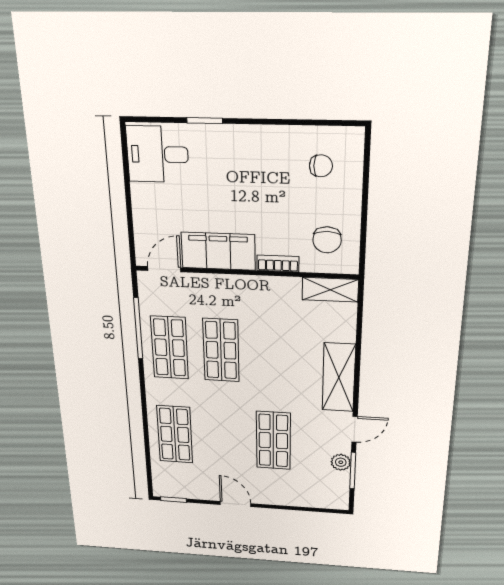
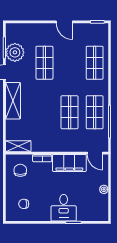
desk: (158, 154) -> (64, 208), moved, turned 90
plant: (140, 193) -> (104, 189), added
door: (164, 269) -> (95, 153), hinge flipped
plant: (341, 462) -> (15, 52), width x1.87, depth x1.87

